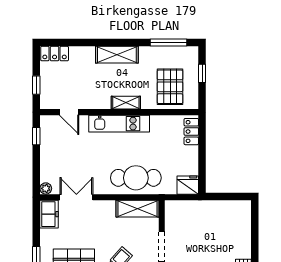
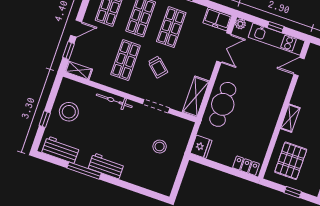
pallet: (170, 87) -> (291, 161), turned 90
kitchen unit: (119, 124) -> (277, 39), moved, turned -90
window: (36, 136) -> (276, 27), moved
stool: (202, 228) -> (160, 147), added

